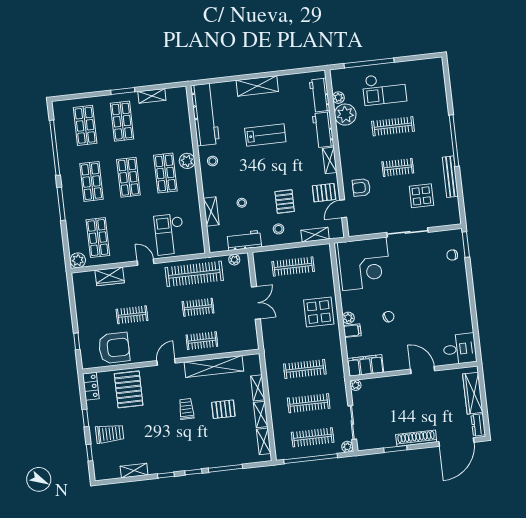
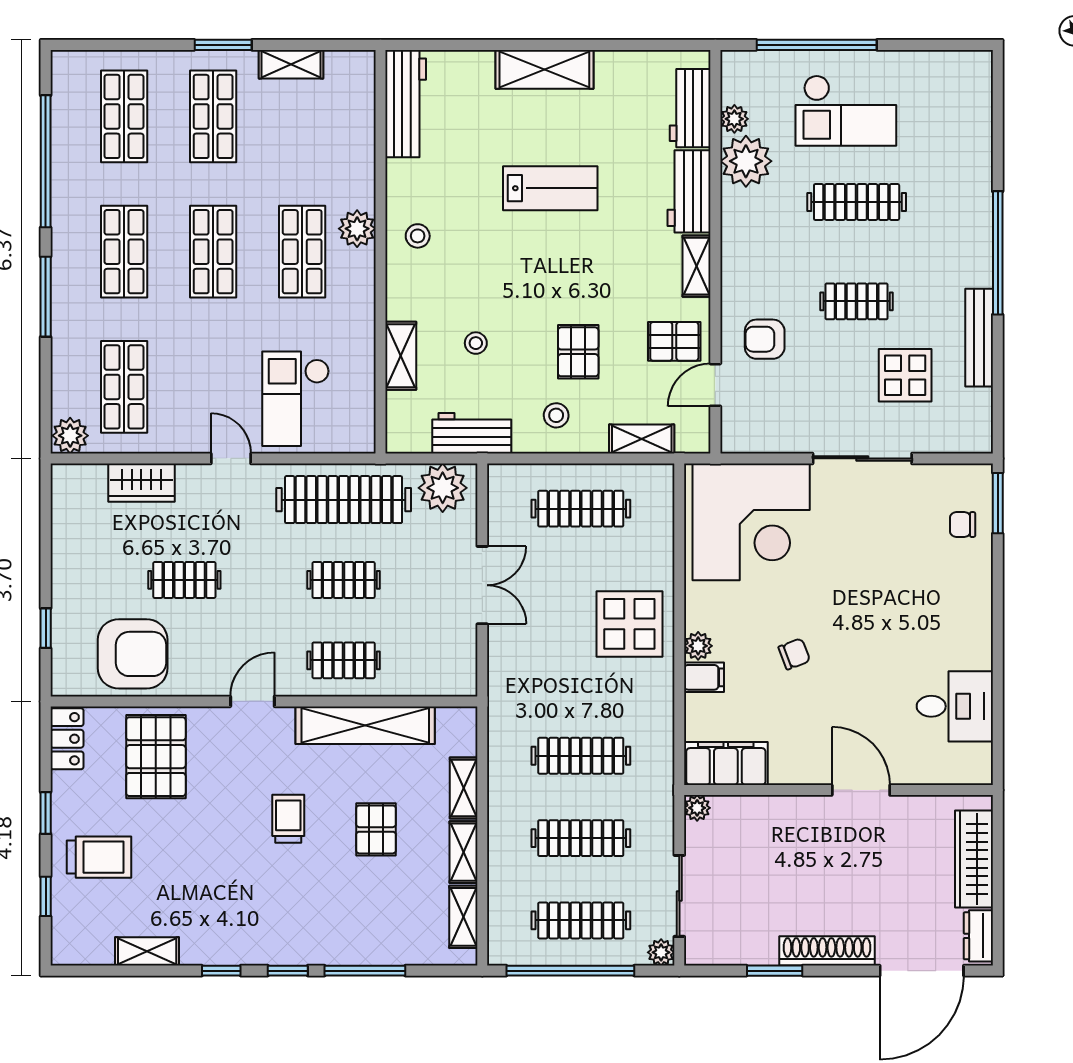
workbench: (205, 114) -> (406, 104), width x0.73, depth x0.76
plant: (234, 260) -> (443, 488), width x1.88, depth x1.88
desk: (460, 349) -> (955, 706), moved
pallet: (223, 409) -> (376, 829), turned 90

